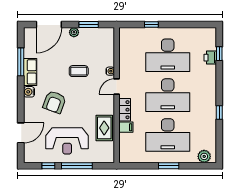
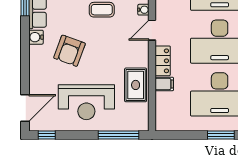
door: (21, 133) -> (25, 108), moved
window: (48, 166) -> (47, 135), moved
window: (77, 166) -> (118, 135), moved

